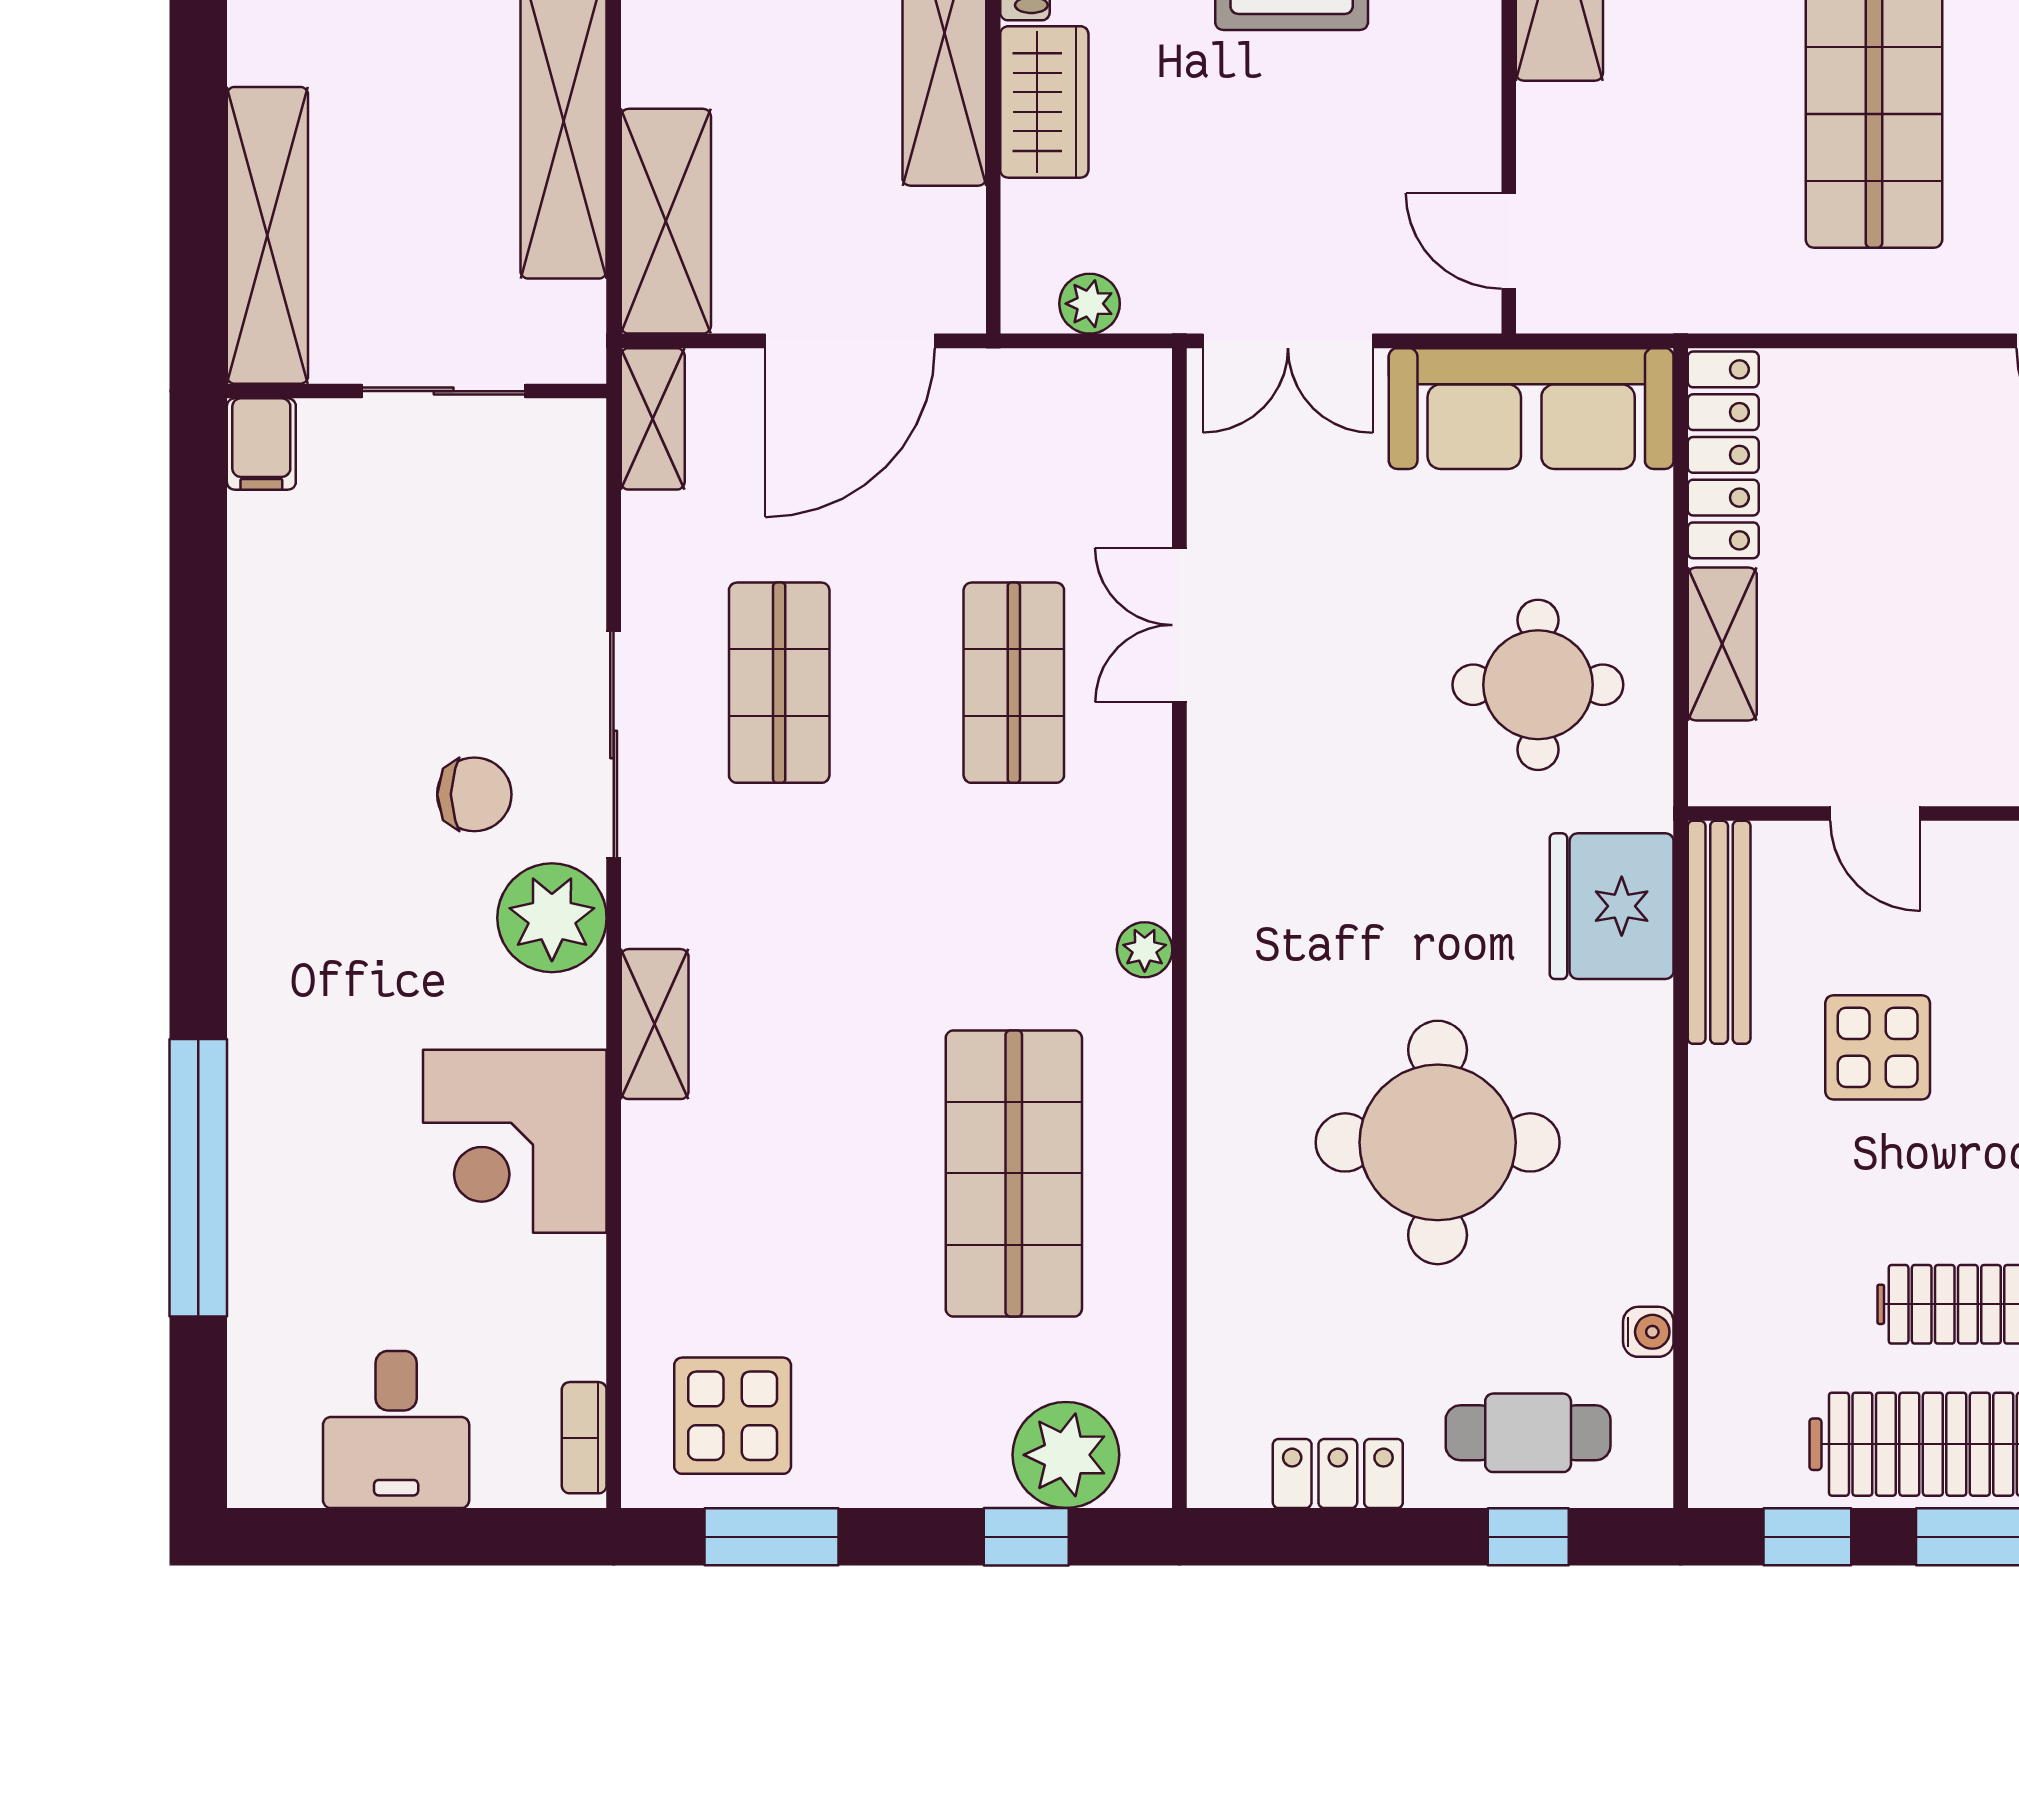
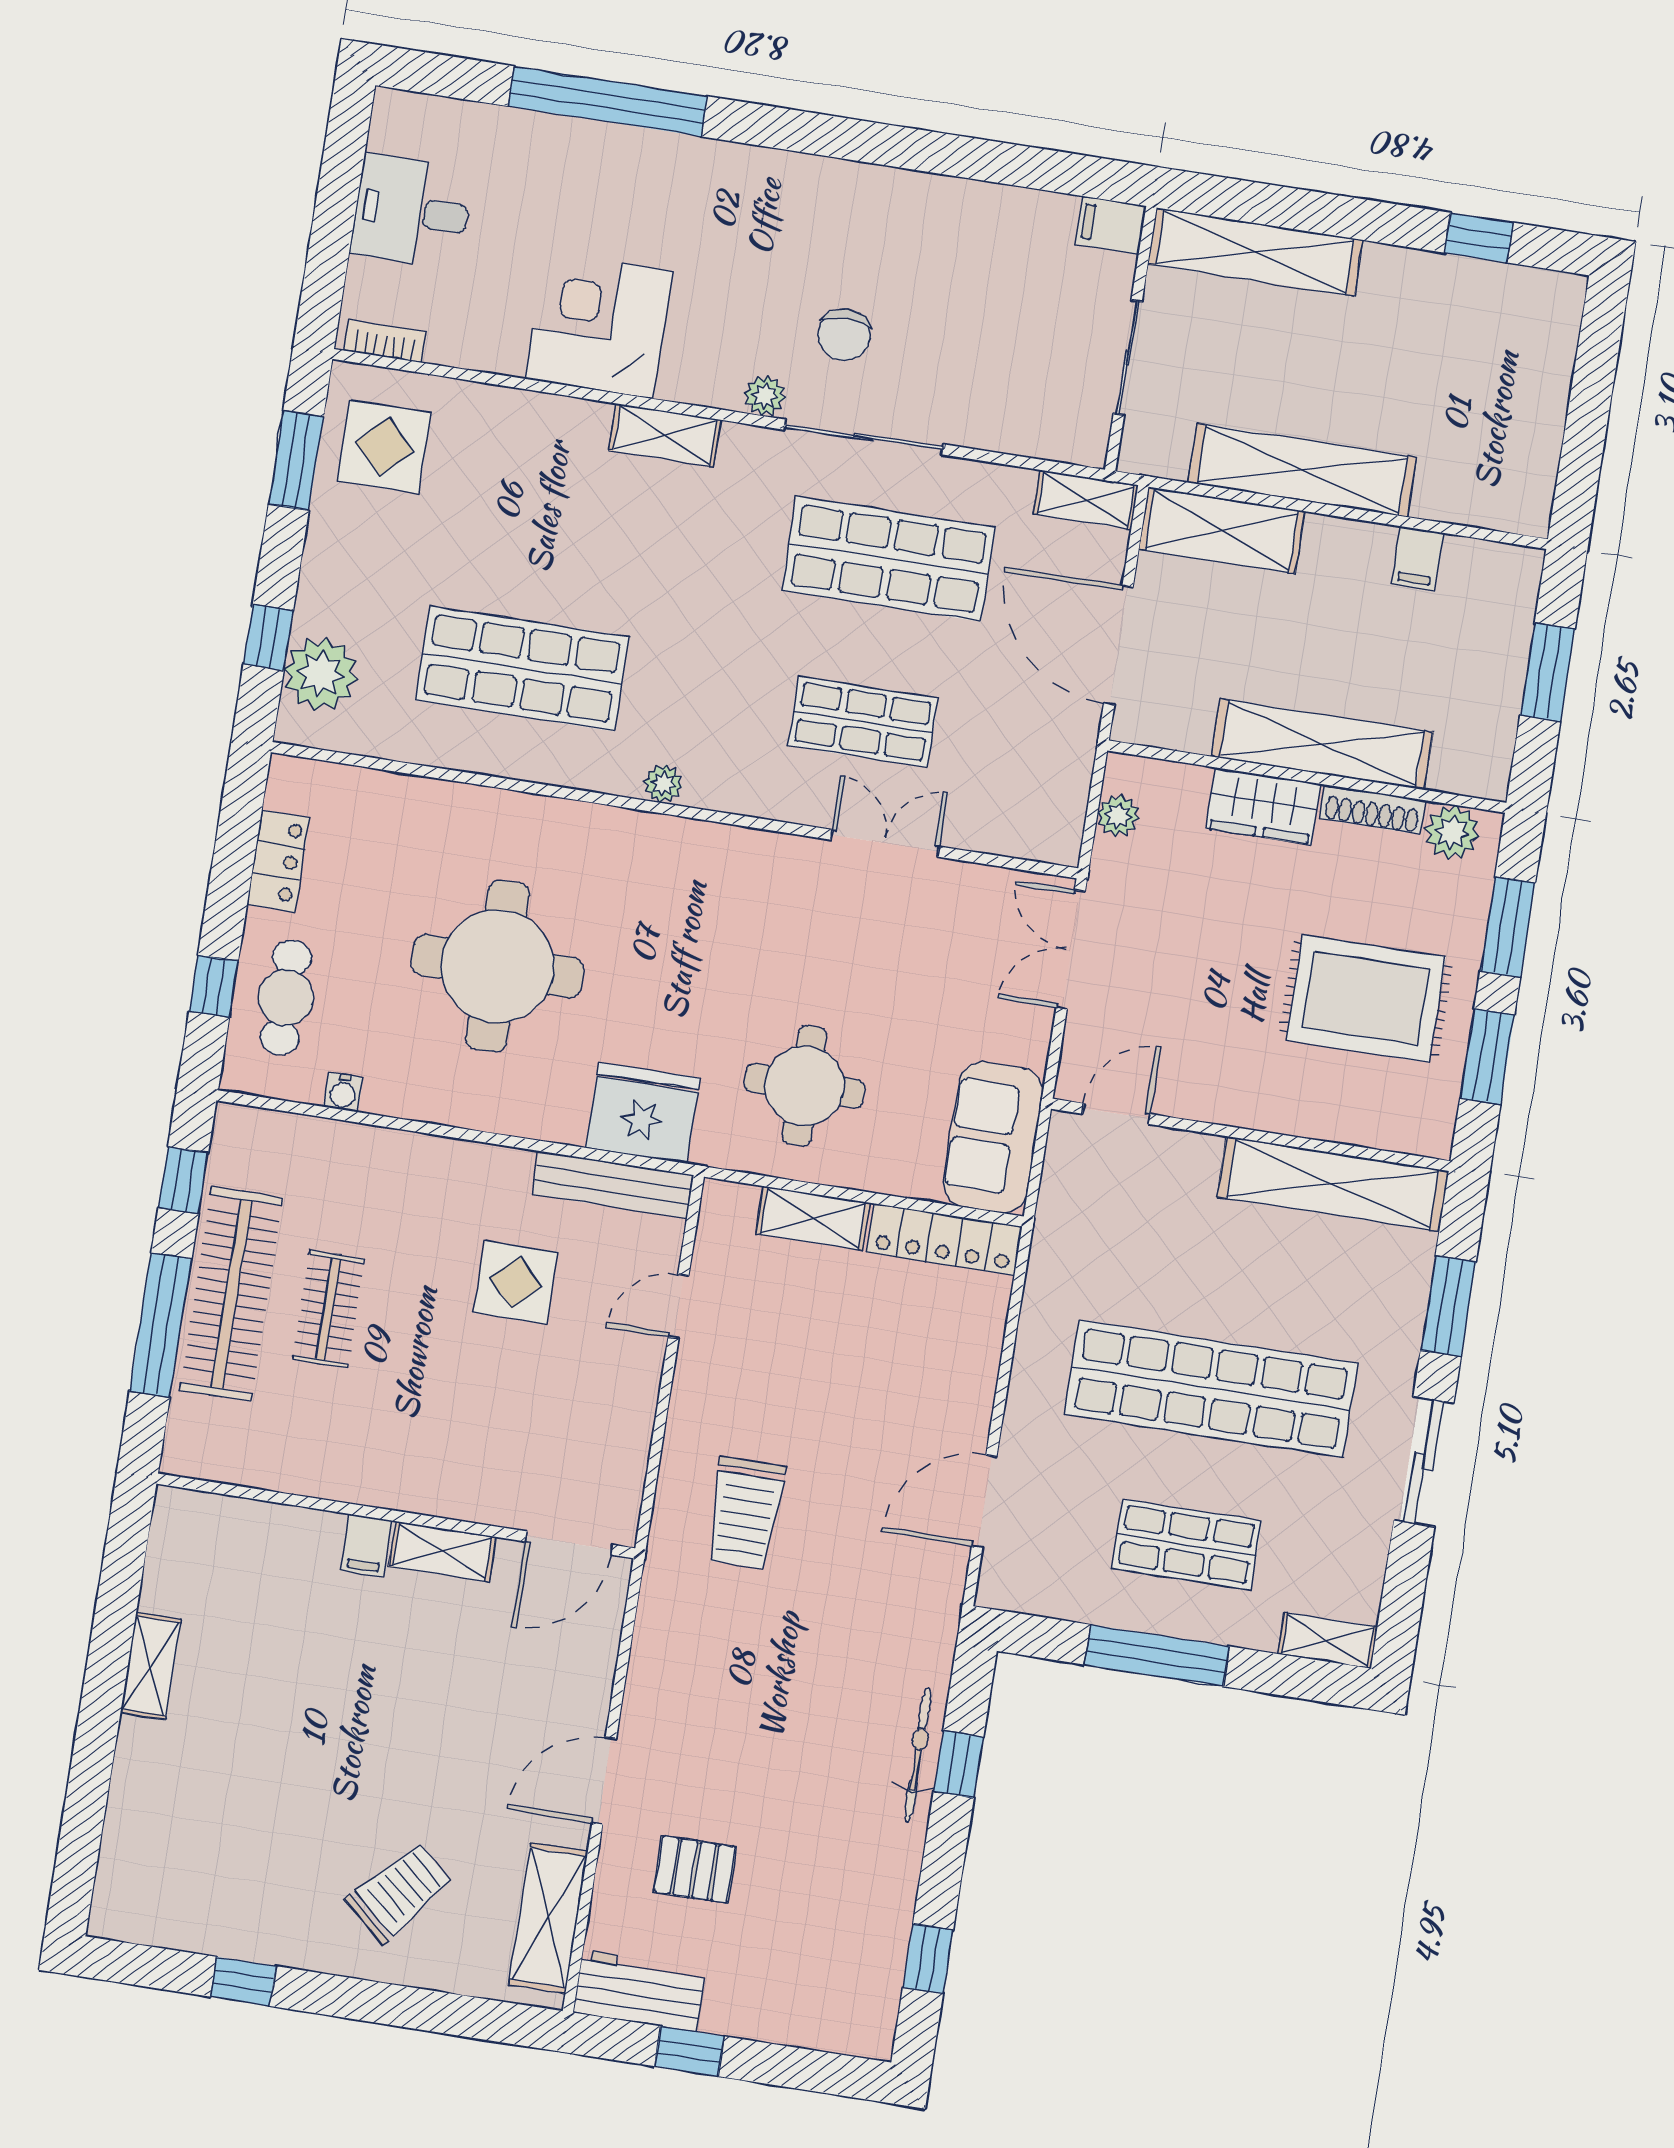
sofa: (1531, 409) -> (993, 1137), width x0.73
shop shelf: (779, 683) -> (889, 559), width x1.43, depth x1.36
plant: (552, 918) -> (765, 396), width x0.53, depth x0.53

